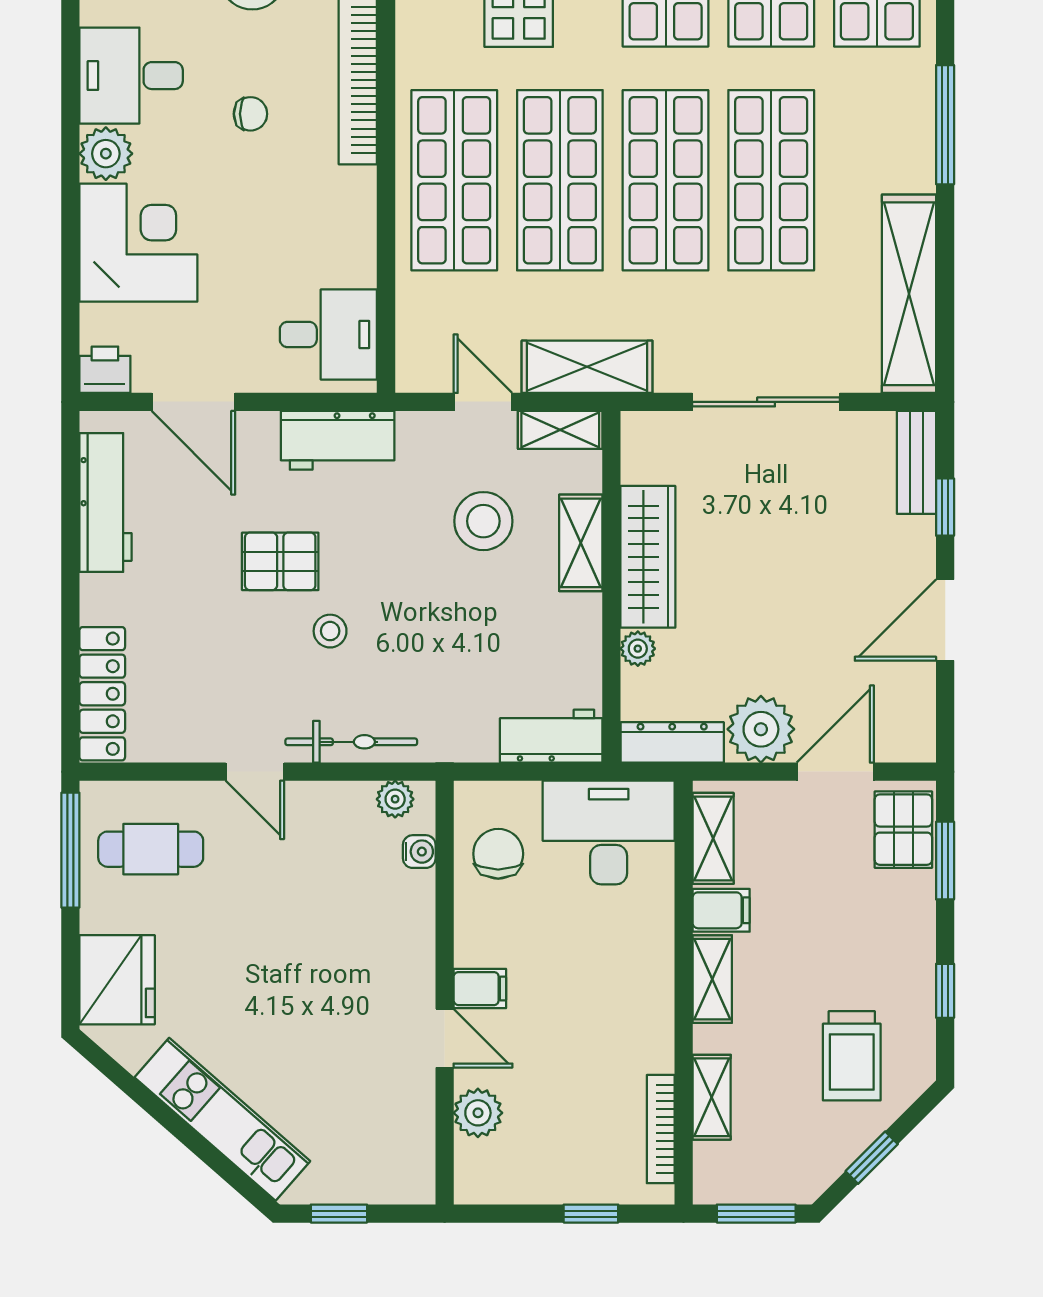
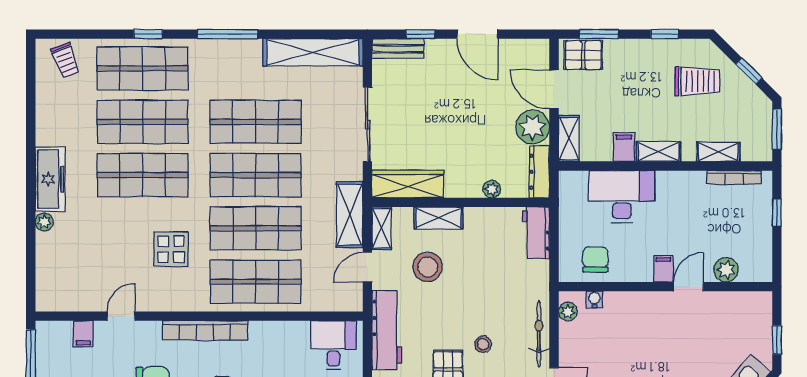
workbench: (338, 440) -> (387, 330), width x1.38
wardrobe: (648, 557) -> (408, 184), moved
desk: (609, 832) -> (622, 197), moved, turned 90
shelving: (713, 838) -> (569, 138), moved, turned 90
chair: (498, 854) -> (595, 260), turned 90

